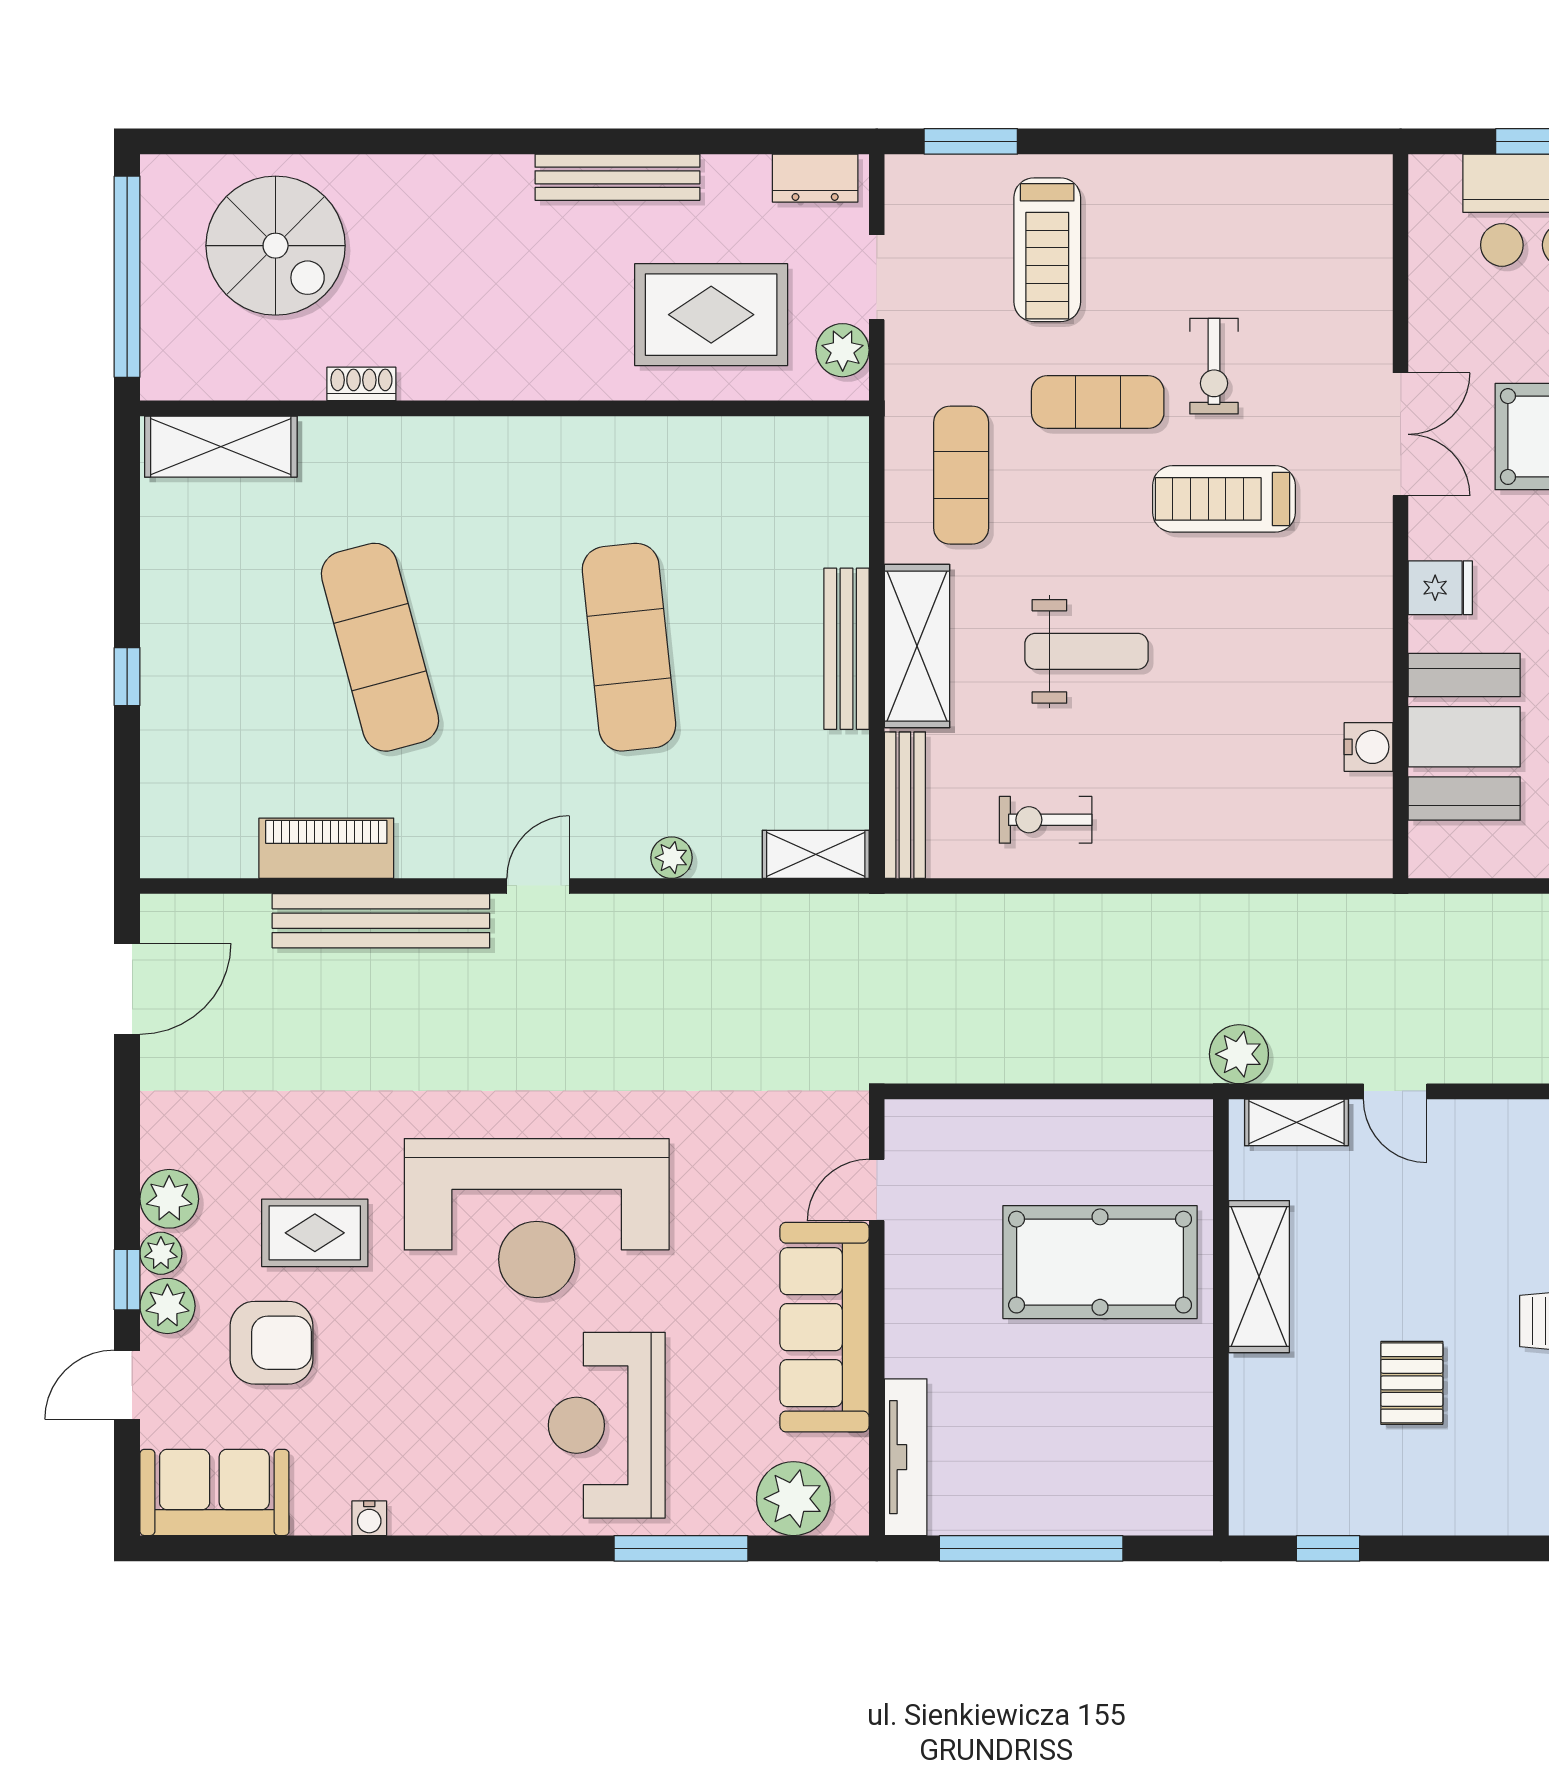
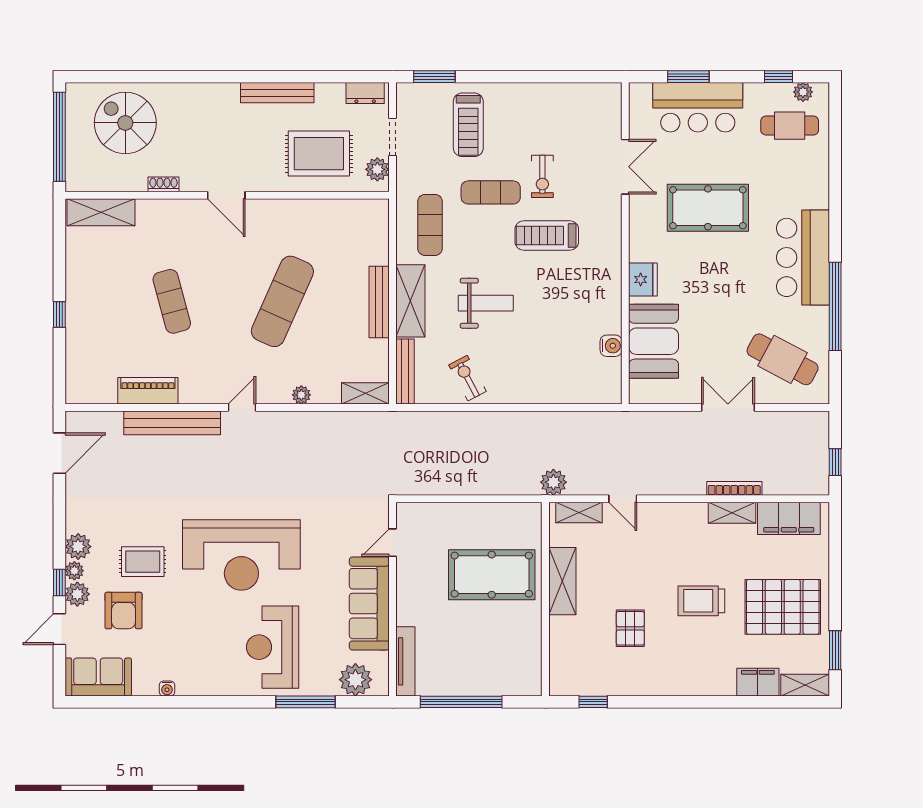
spiral stairs: (276, 246) -> (125, 123), turned 180
door: (503, 408) -> (226, 195), added
double door: (1401, 434) -> (625, 167), moved
fridge: (1440, 588) -> (643, 280), width x1.38
exercise mat: (380, 647) -> (172, 301), width x0.73, depth x0.69
exercise mat: (629, 647) -> (282, 301), turned 30
exercise bike: (1046, 820) -> (468, 378), turned 62
armchair: (271, 1343) -> (124, 610), turned 90

